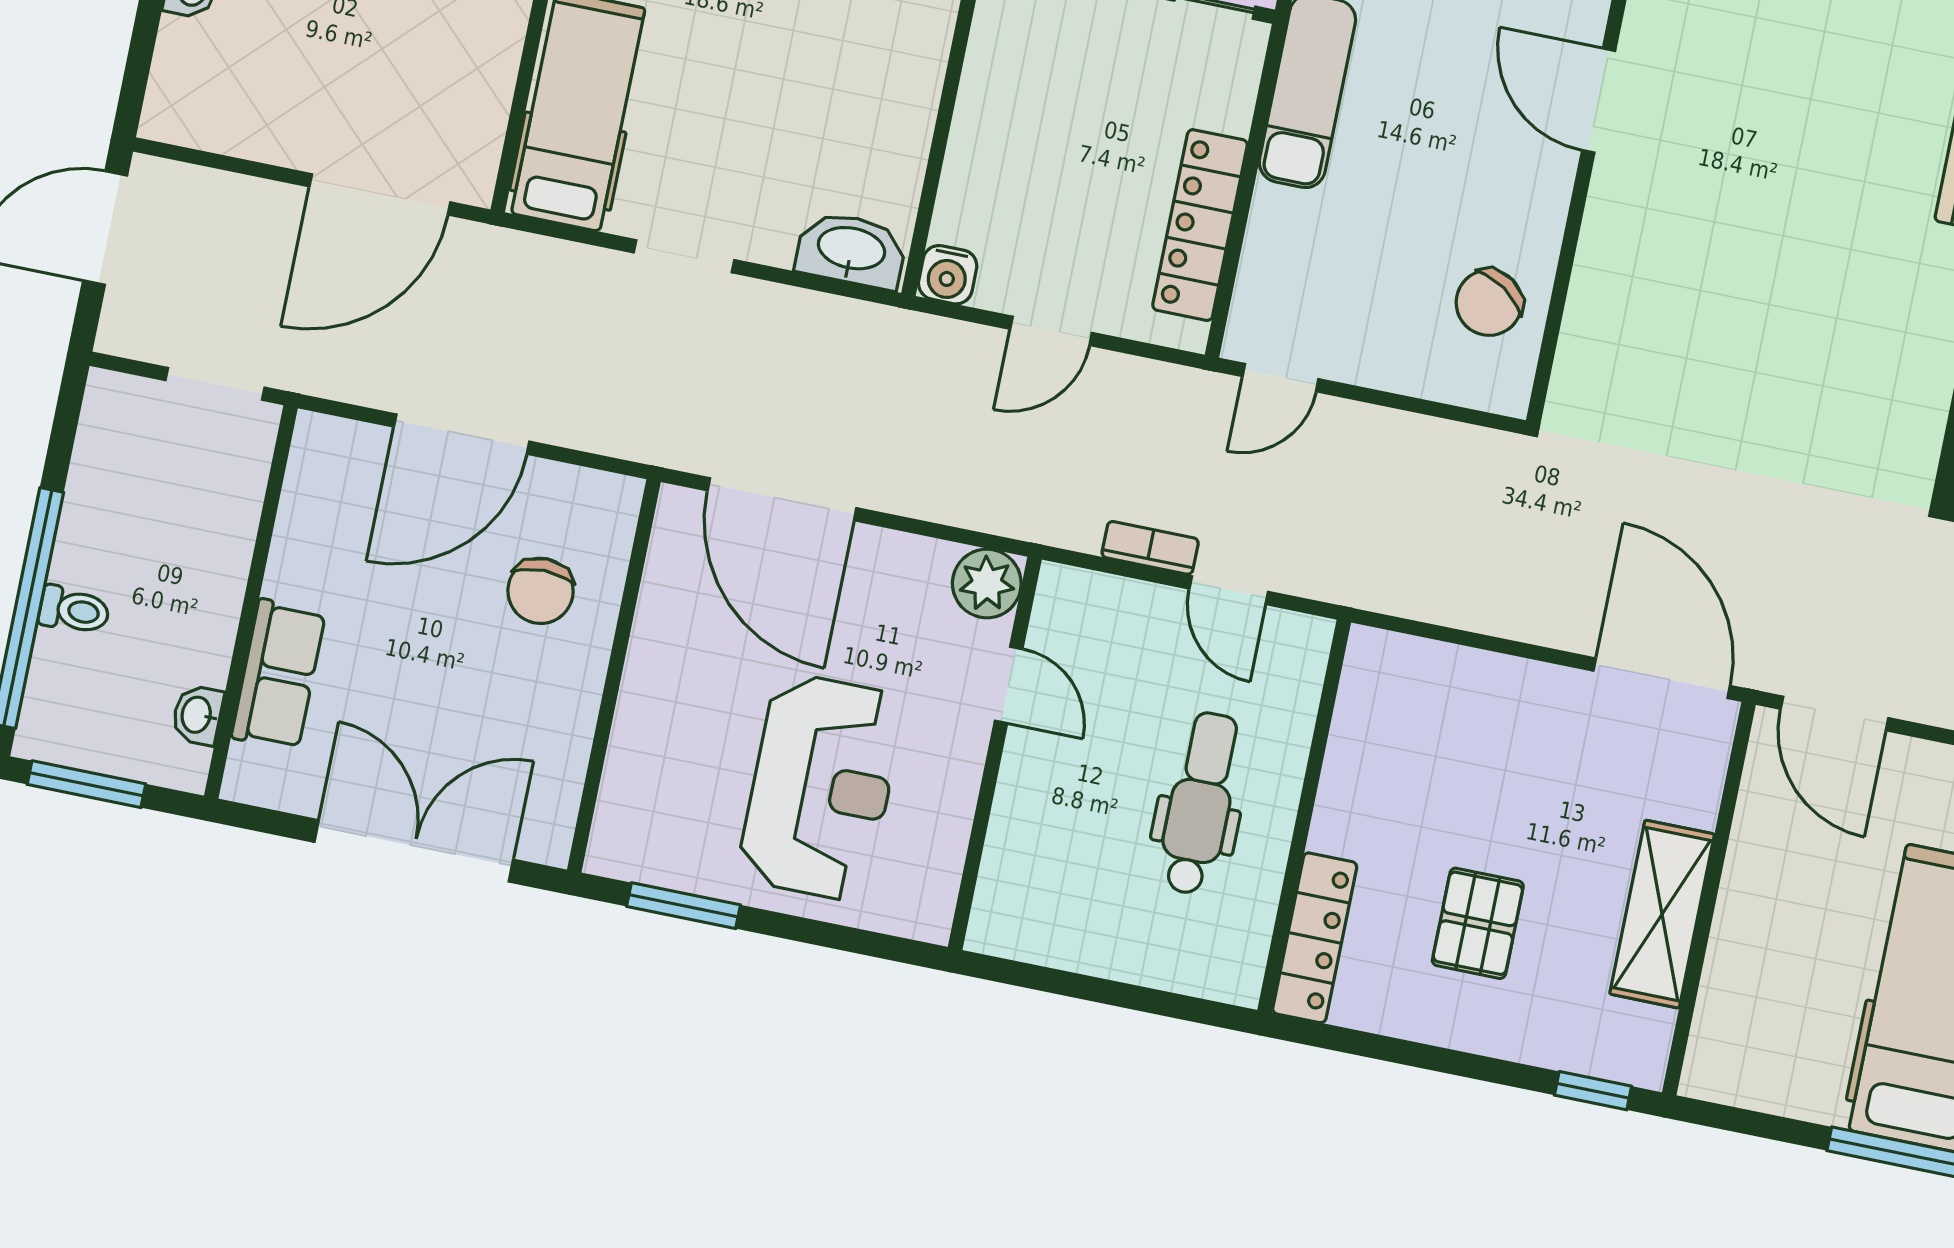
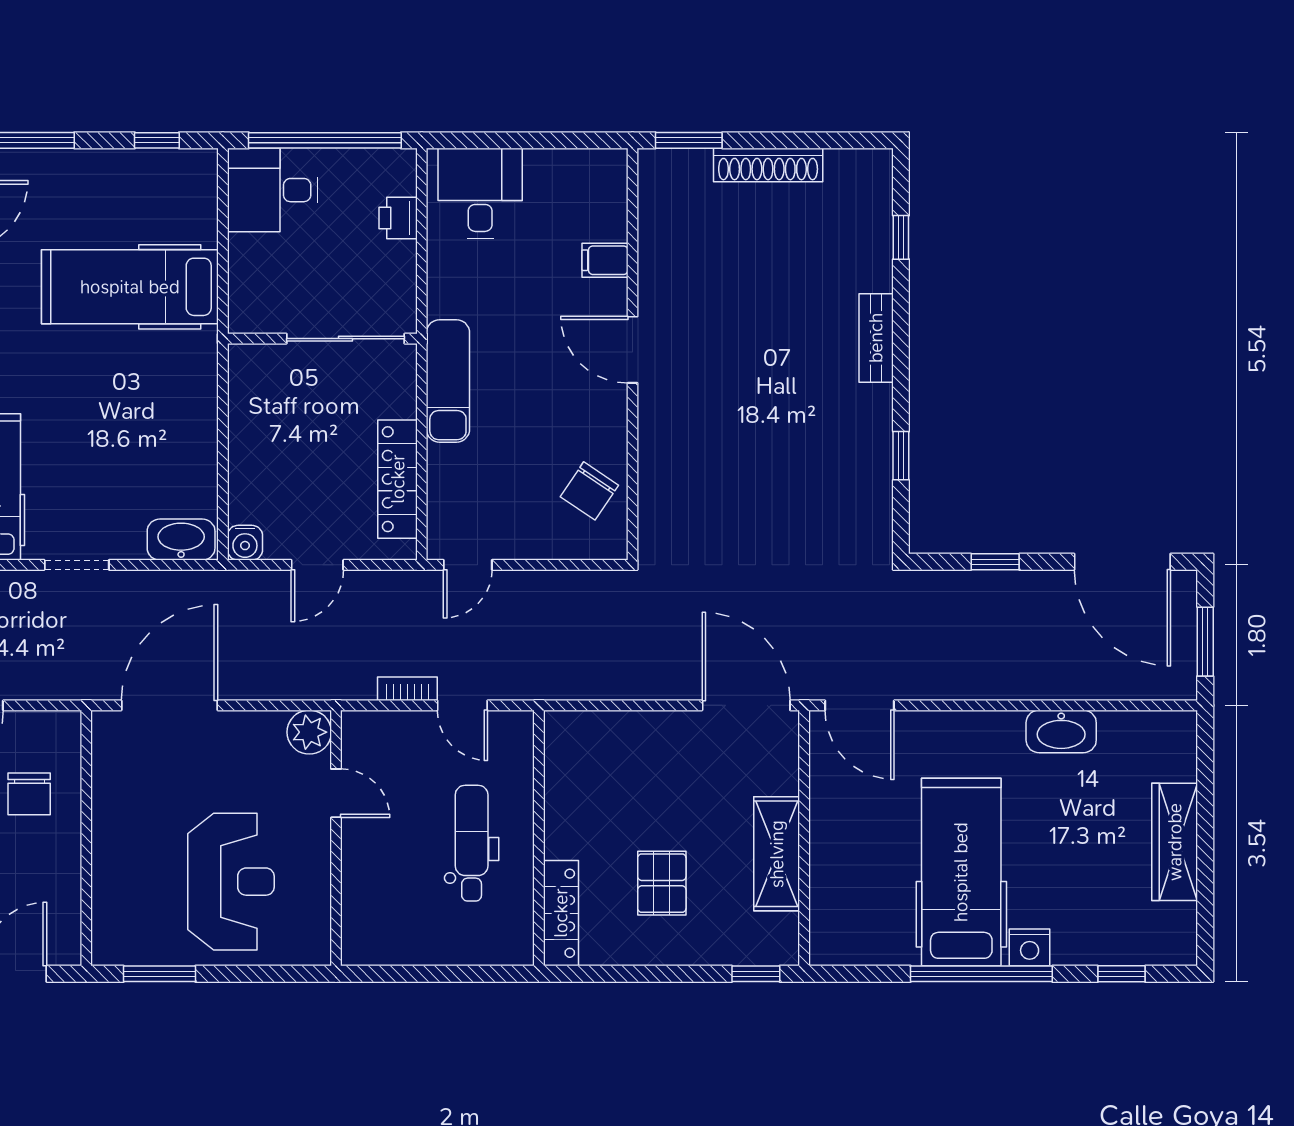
door: (782, 499) -> (169, 705), swing flipped

